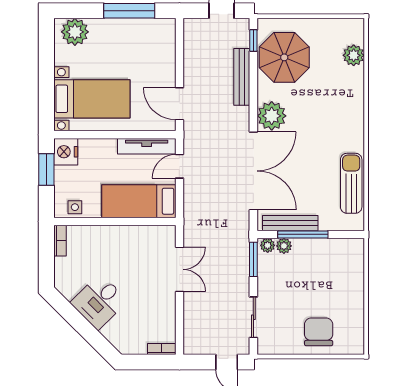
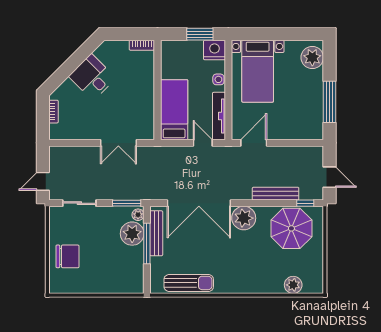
side table: (75, 207) -> (218, 79), moved
plant: (284, 246) -> (132, 234), width x1.88, depth x1.88
bookcase: (162, 349) -> (54, 112), moved

